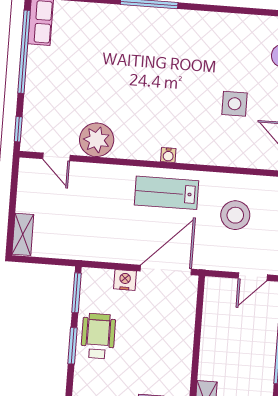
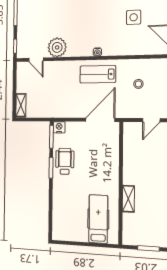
stool: (235, 215) -> (138, 84), width x0.53, depth x0.53
nightstand: (125, 280) -> (59, 127), moved

